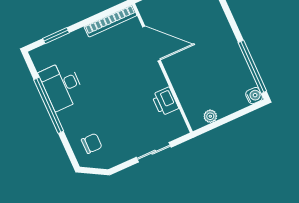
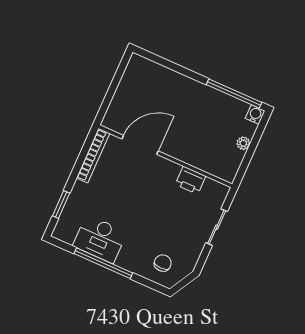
plant: (210, 116) -> (243, 143), moved

